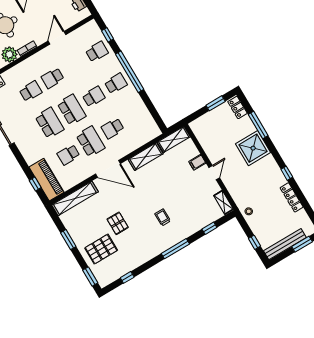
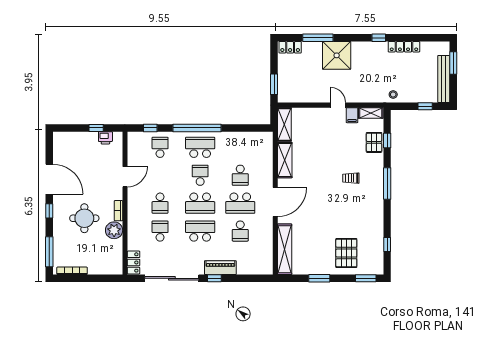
door: (57, 38) -> (125, 177), swing flipped
school desk: (116, 83) -> (200, 147), width x1.85
window: (216, 103) -> (274, 84), moved
school desk: (72, 110) -> (200, 203), turned 180
school desk: (91, 142) -> (240, 203), turned 180
filing cabinet: (197, 162) -> (352, 115), moved
piano: (47, 180) -> (220, 268), moved, width x0.73, depth x0.75
window: (35, 184) -> (214, 278), moved
pallet: (118, 223) -> (374, 142), moved, turned 90

